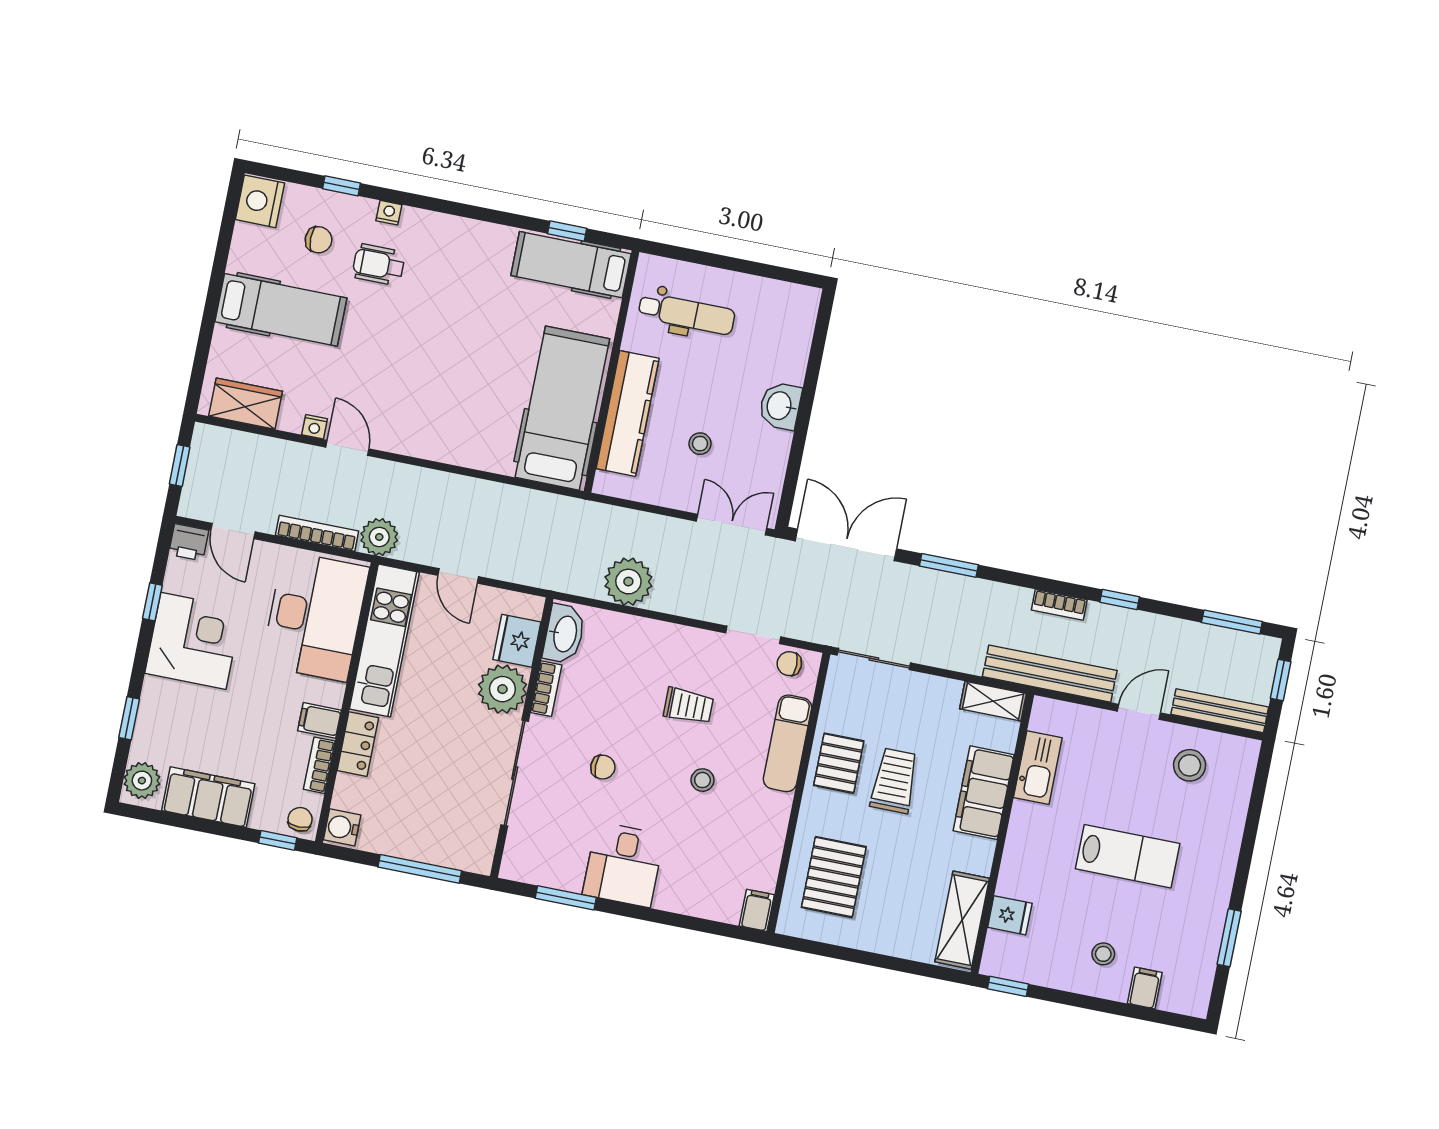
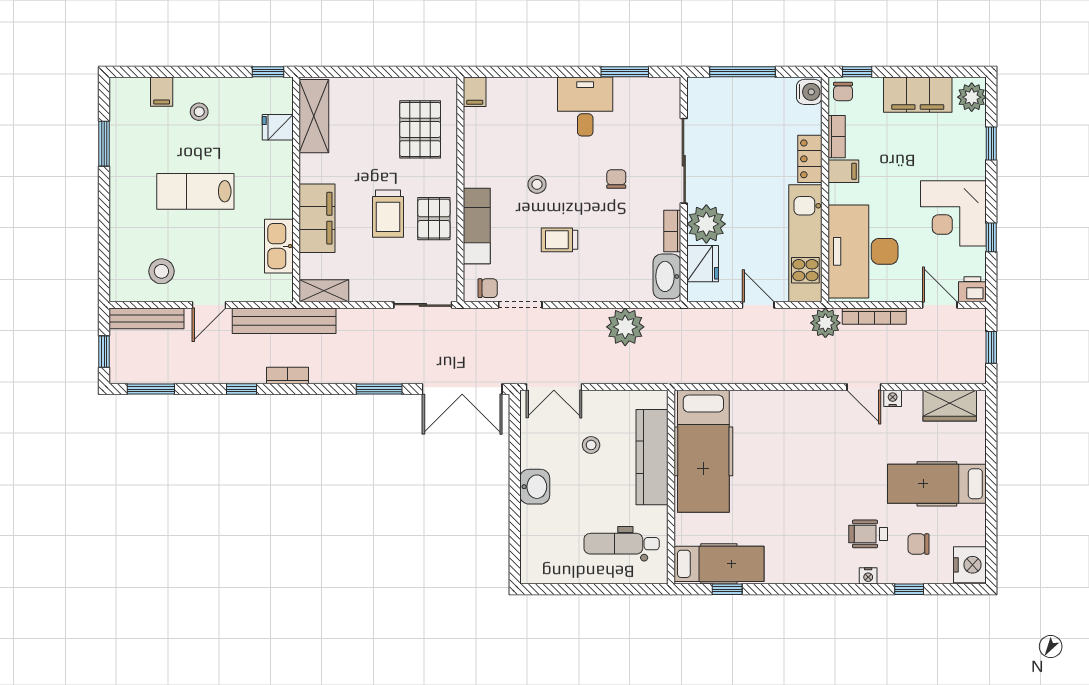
wheelchair: (379, 265) -> (868, 534), turned 180
chair: (603, 767) -> (616, 179), turned 90

